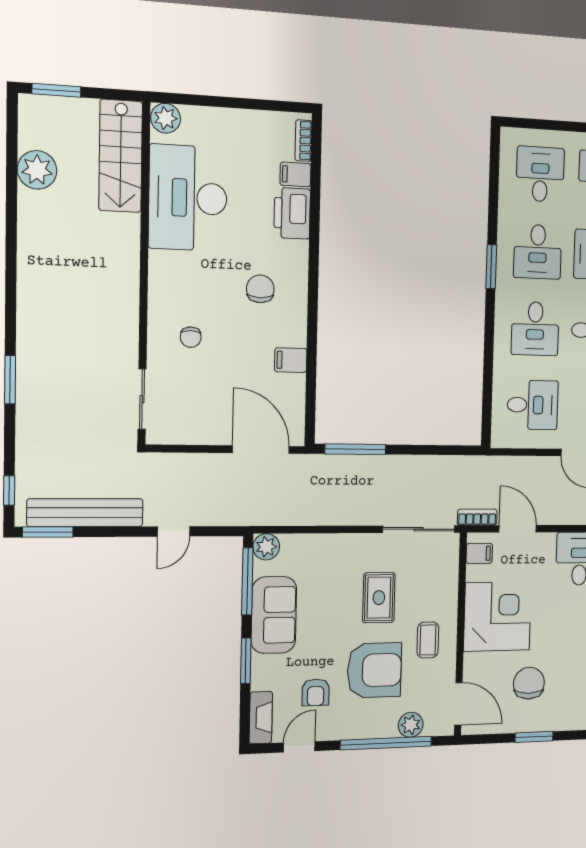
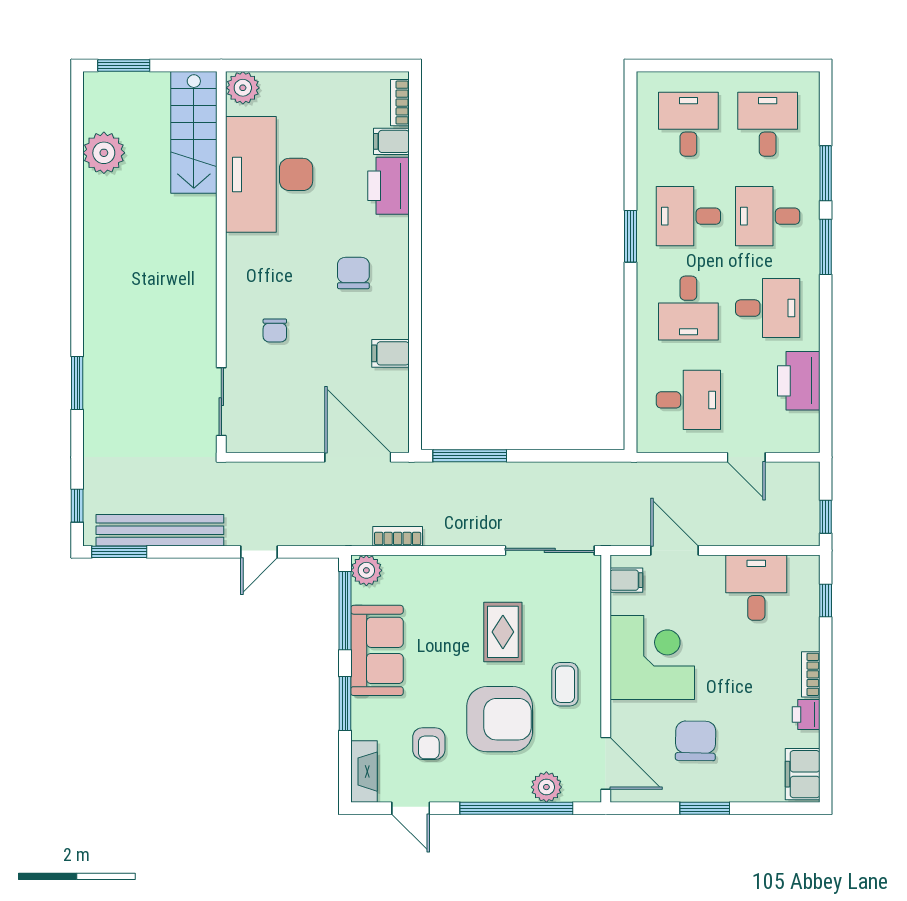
desk: (538, 252) -> (688, 216), turned 90
bookcase: (477, 517) -> (398, 536), moved
door: (299, 747) -> (411, 808), swing flipped

